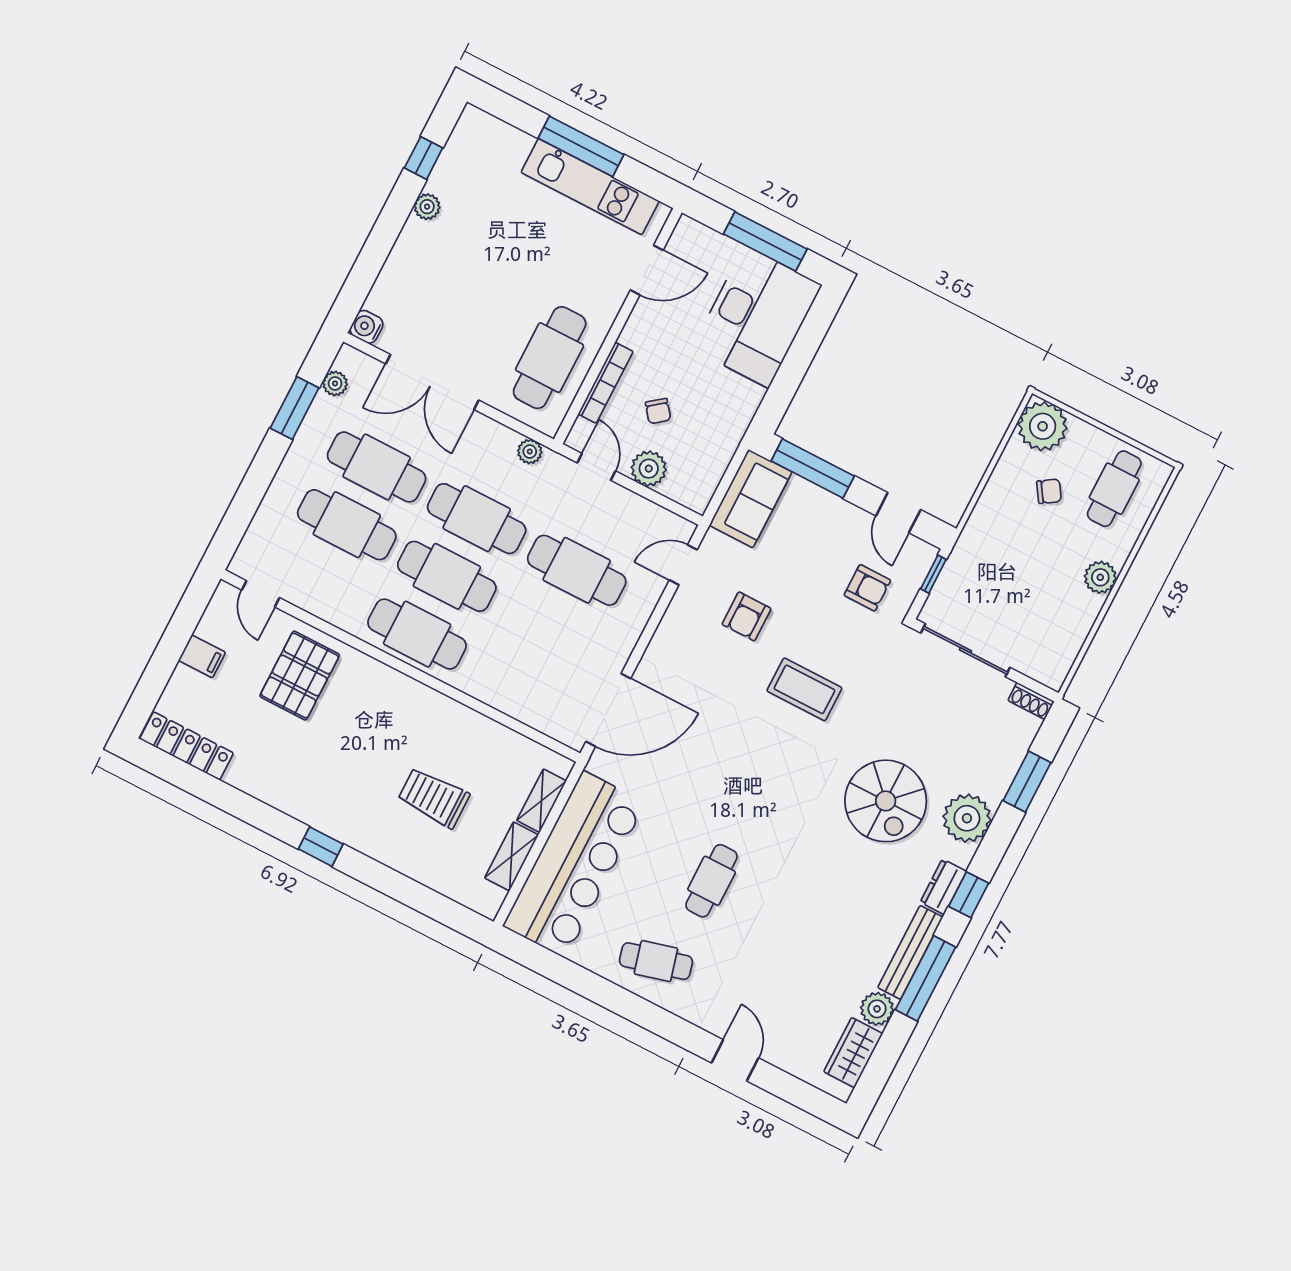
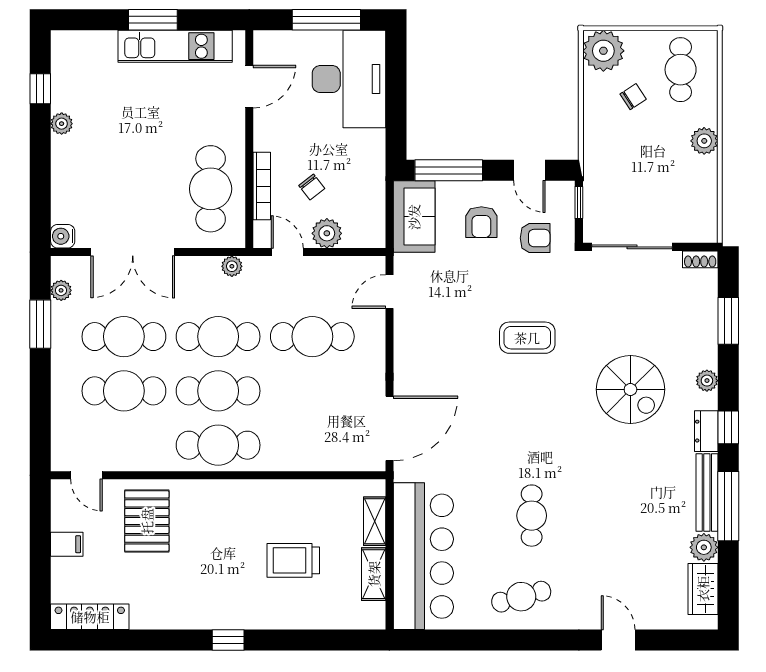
window: (581, 146) -> (153, 20), width x0.69
armchair: (747, 616) -> (481, 222), moved
plant: (967, 818) -> (707, 381), width x0.53, depth x0.53

